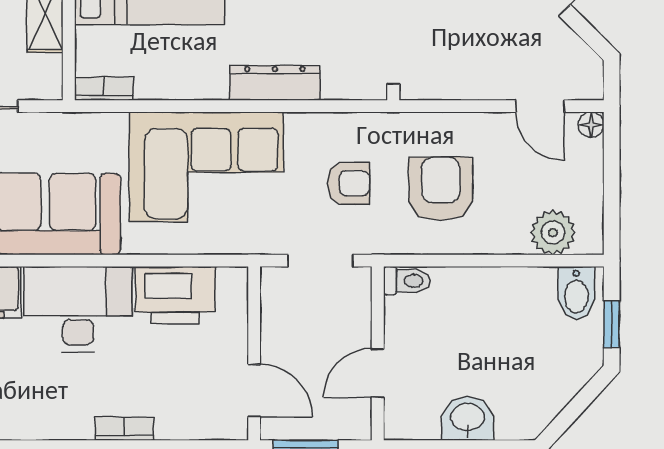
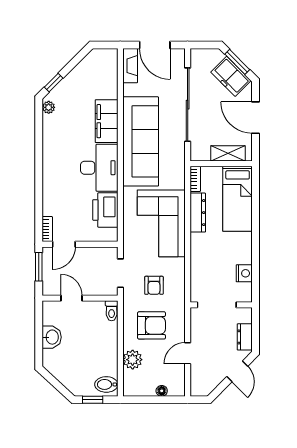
dresser: (275, 83) -> (198, 213), moved
door: (540, 106) -> (188, 353), moved
floor lamp: (591, 125) -> (162, 391), moved
plant: (553, 233) -> (133, 360), moved
bookcase: (125, 429) -> (47, 229), moved

